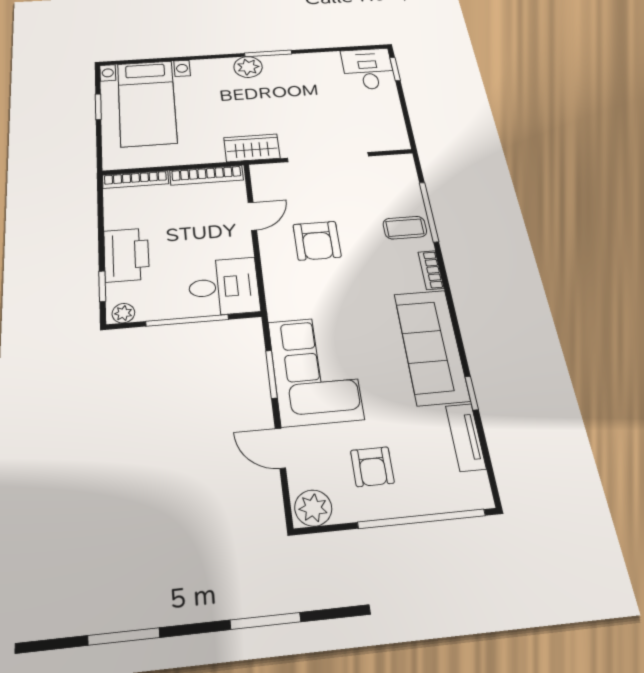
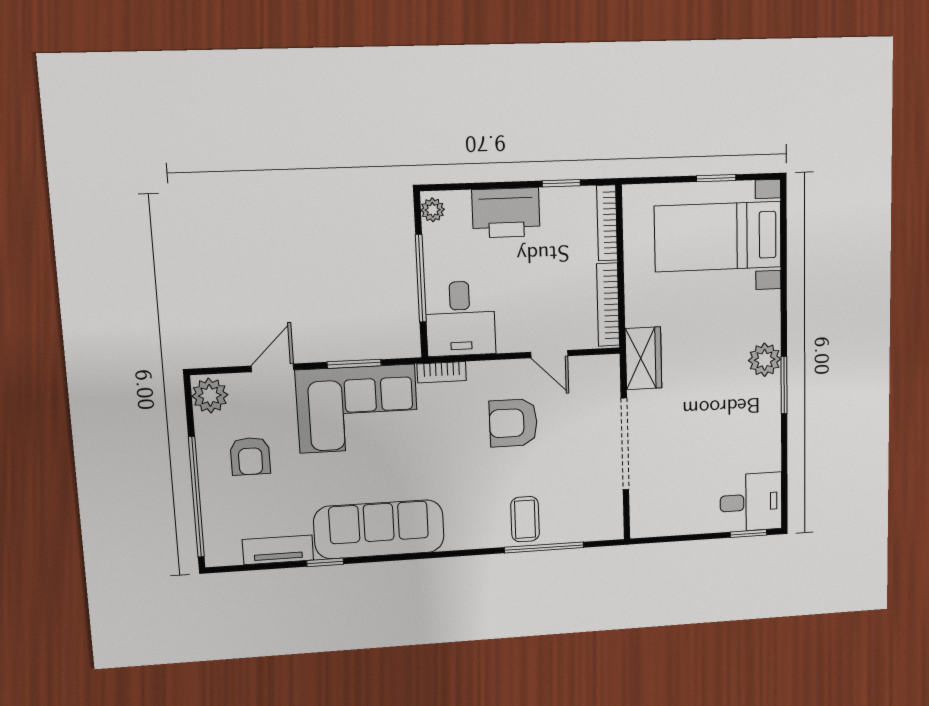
bookcase: (431, 270) -> (442, 372), moved, turned 180
window: (102, 286) -> (561, 183), moved
armchair: (372, 467) -> (250, 456), turned -90

